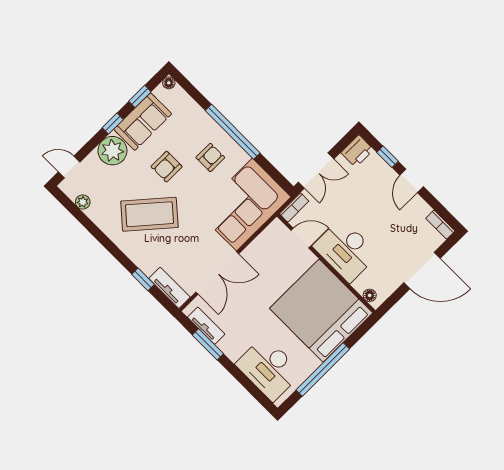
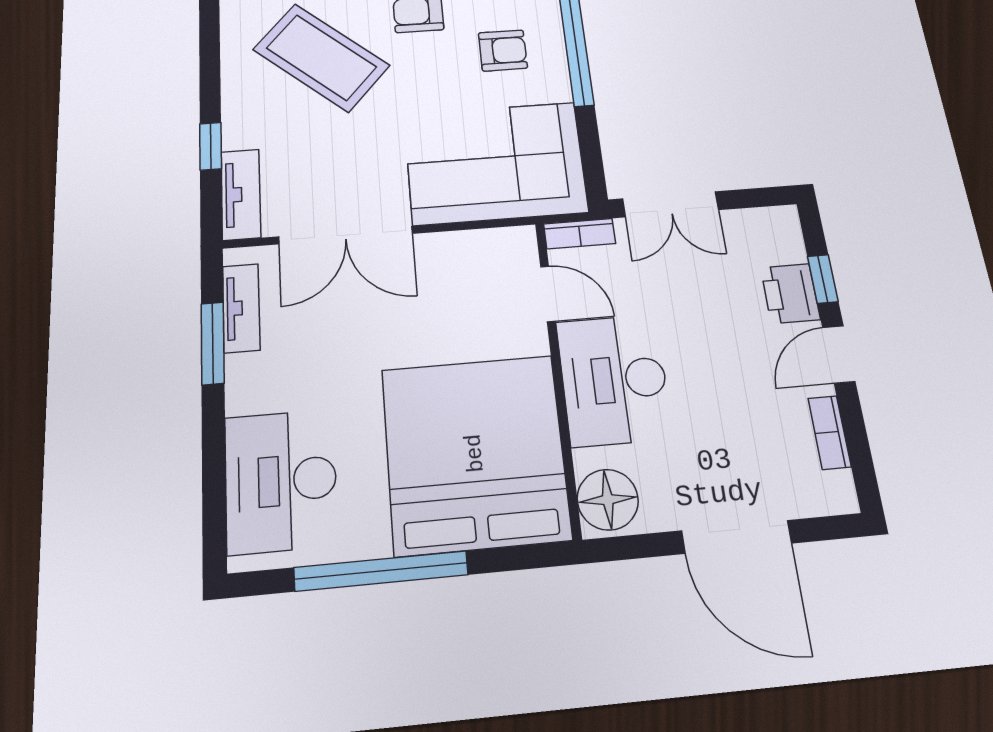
printer: (357, 151) -> (790, 294), moved, turned 90
bookcase: (440, 225) -> (830, 432), moved
floor lamp: (370, 295) -> (608, 500), width x1.89, depth x1.89

